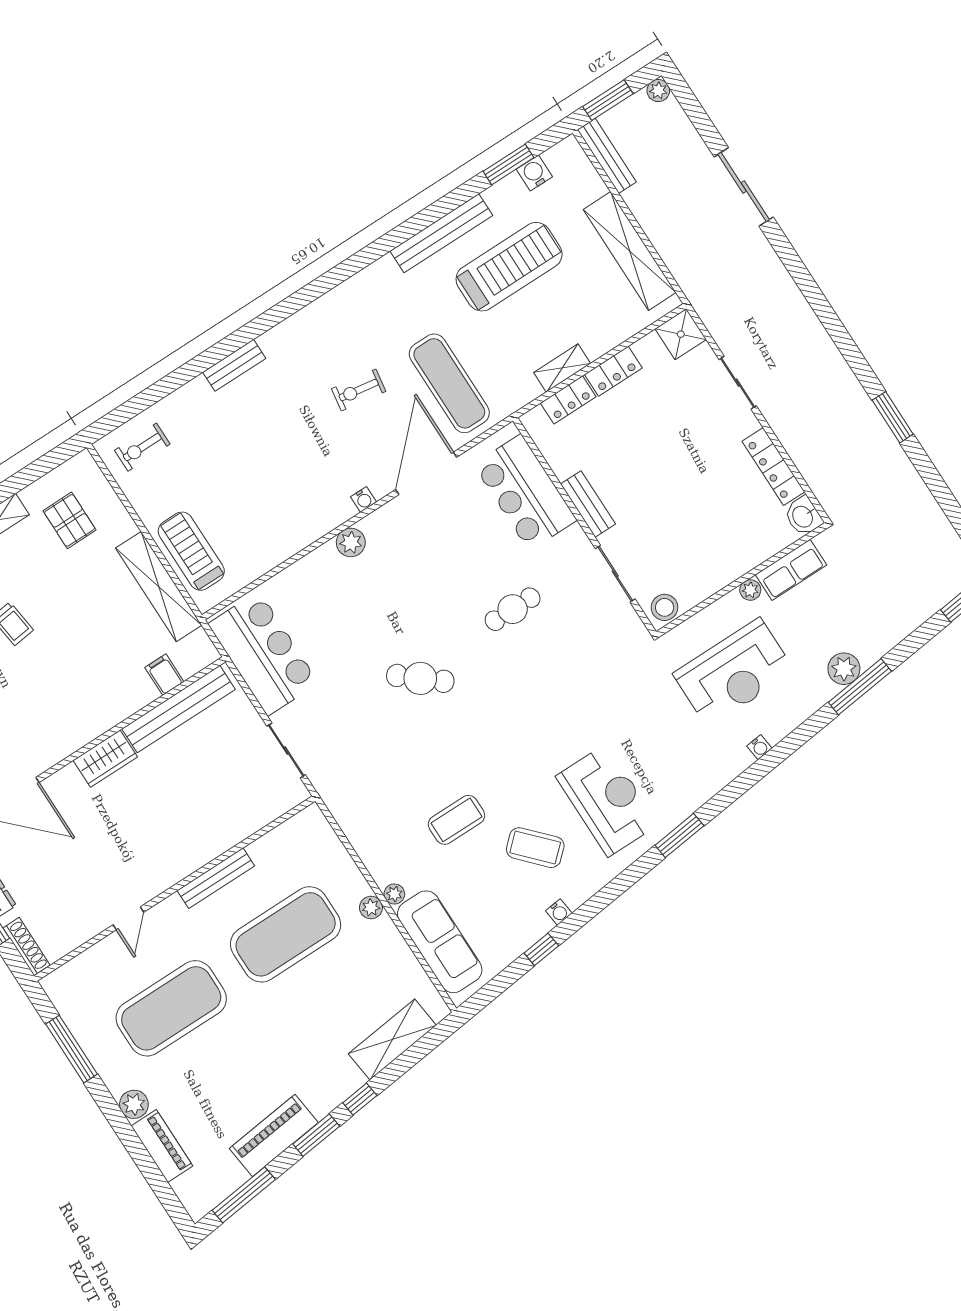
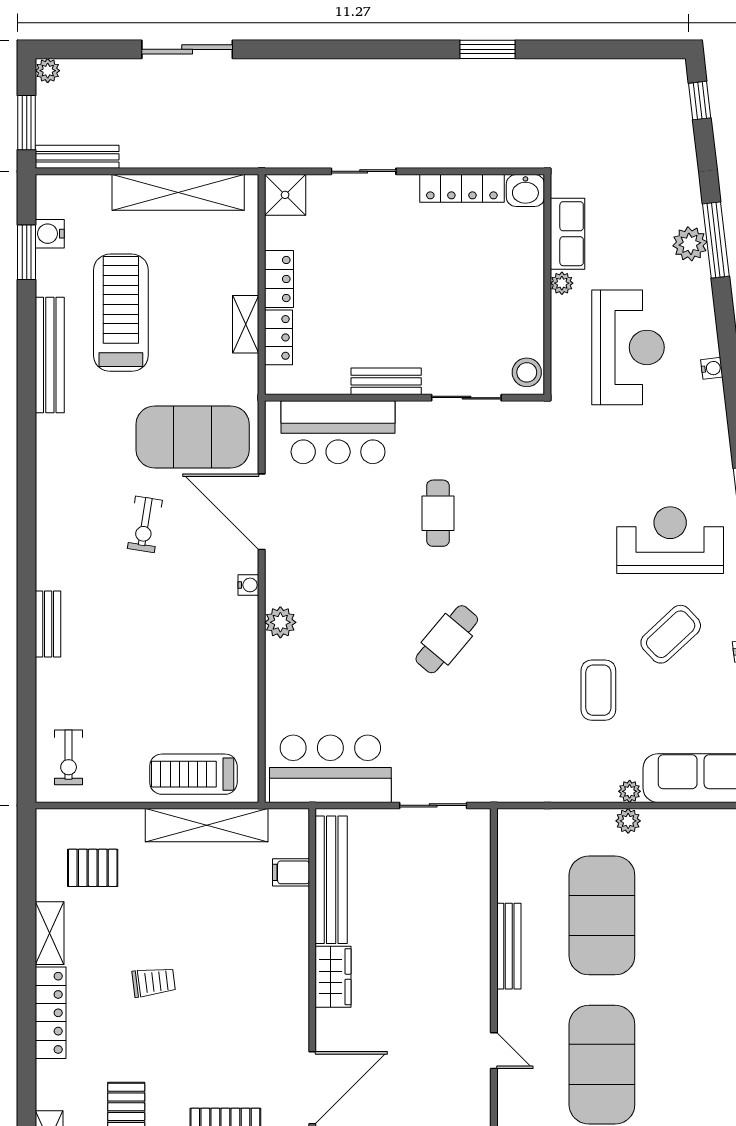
exercise mat: (449, 383) -> (193, 437), width x1.47

